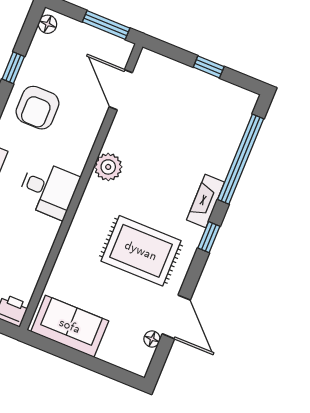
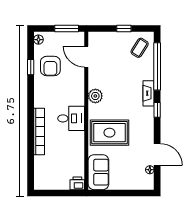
armchair: (37, 108) -> (50, 66), moved
coffee table: (223, 113) -> (140, 48), added
rug: (141, 251) -> (109, 133), moved
sofa: (70, 326) -> (98, 172), moved, turned 90

